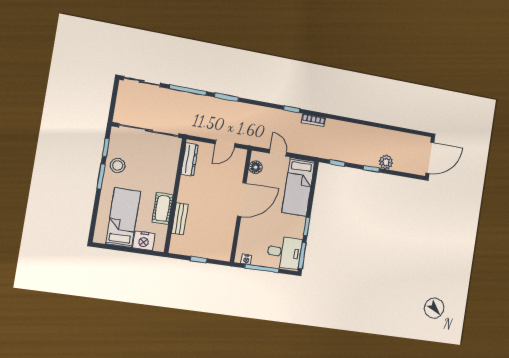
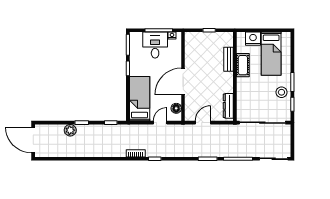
door: (278, 153) -> (160, 123), swing flipped
door: (430, 158) -> (33, 140), hinge flipped
desk: (284, 252) -> (155, 45), moved, turned 90

